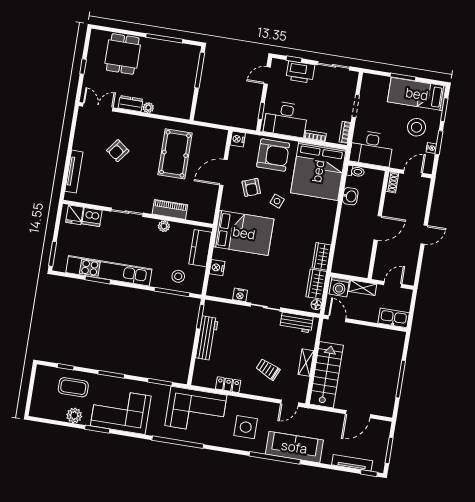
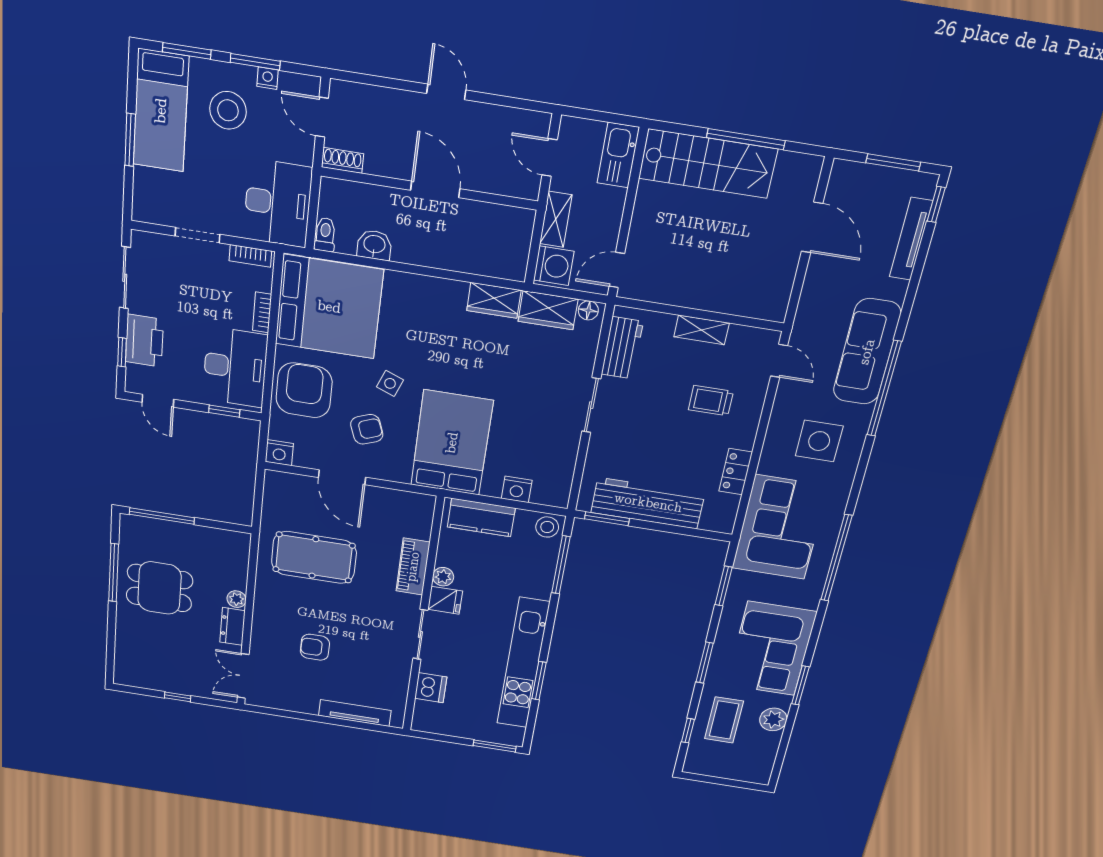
dining table: (123, 54) -> (159, 588), moved
armchair: (118, 151) -> (315, 647), turned 143
fridge: (75, 215) -> (445, 600), moved
stool: (178, 276) -> (547, 527), moved
nightstand: (240, 295) -> (567, 450), removed
workbench: (207, 338) -> (648, 503), width x1.36, depth x1.32
trolley: (268, 369) -> (711, 401), turned 66
stairs: (326, 375) -> (708, 164), moved, turned 180

